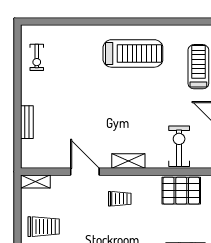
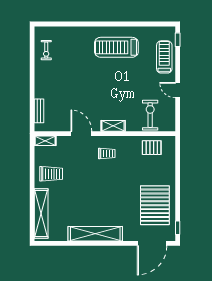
treadmill: (133, 53) -> (116, 47), turned 180
bench: (27, 122) -> (39, 111), moved
pallet: (181, 191) -> (152, 148), width x0.67, depth x0.71

